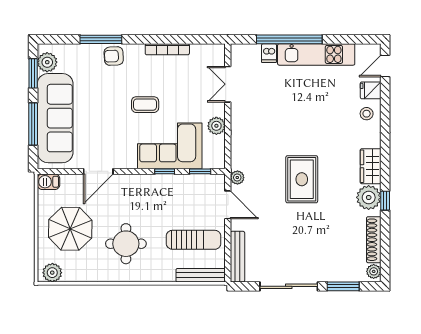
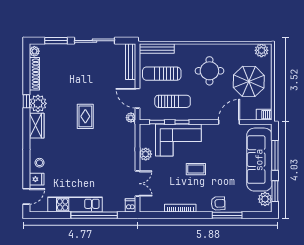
dishwasher: (269, 53) -> (130, 205), moved
rug: (302, 179) -> (85, 116), width x0.73, depth x0.70
sun lounger: (178, 201) -> (173, 101), added

